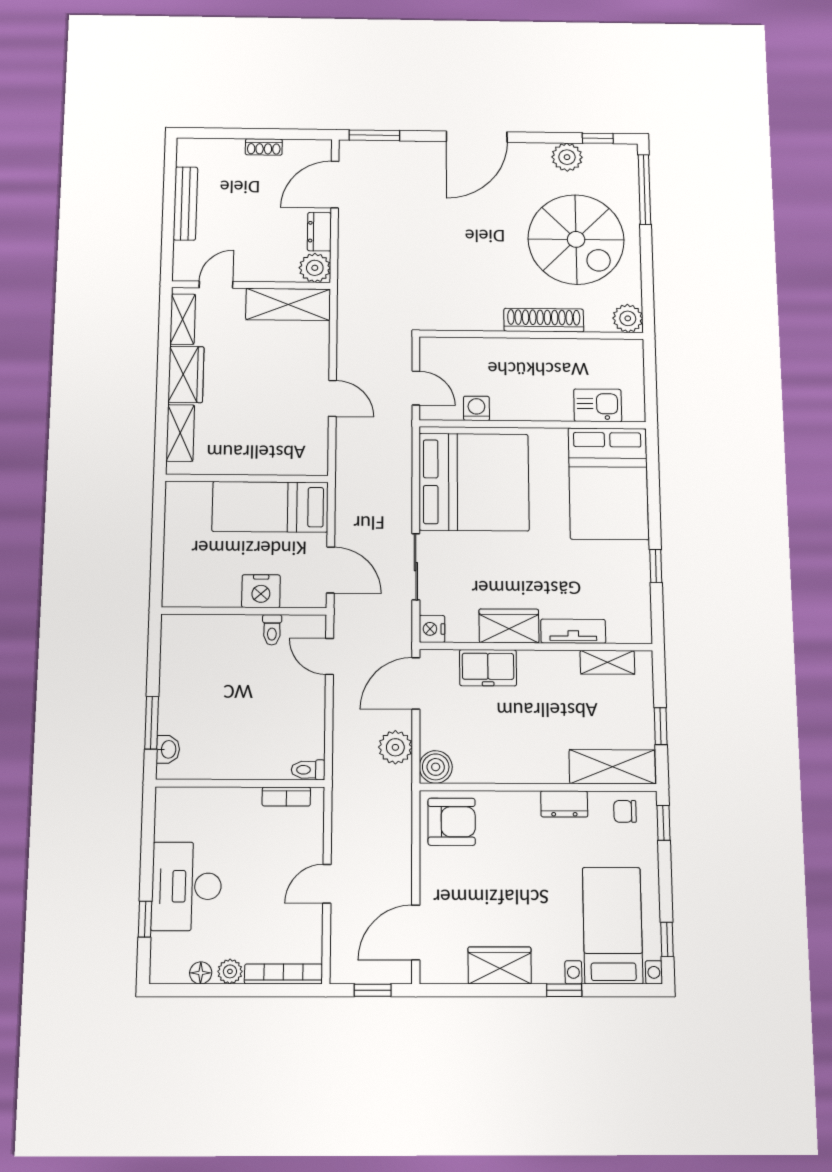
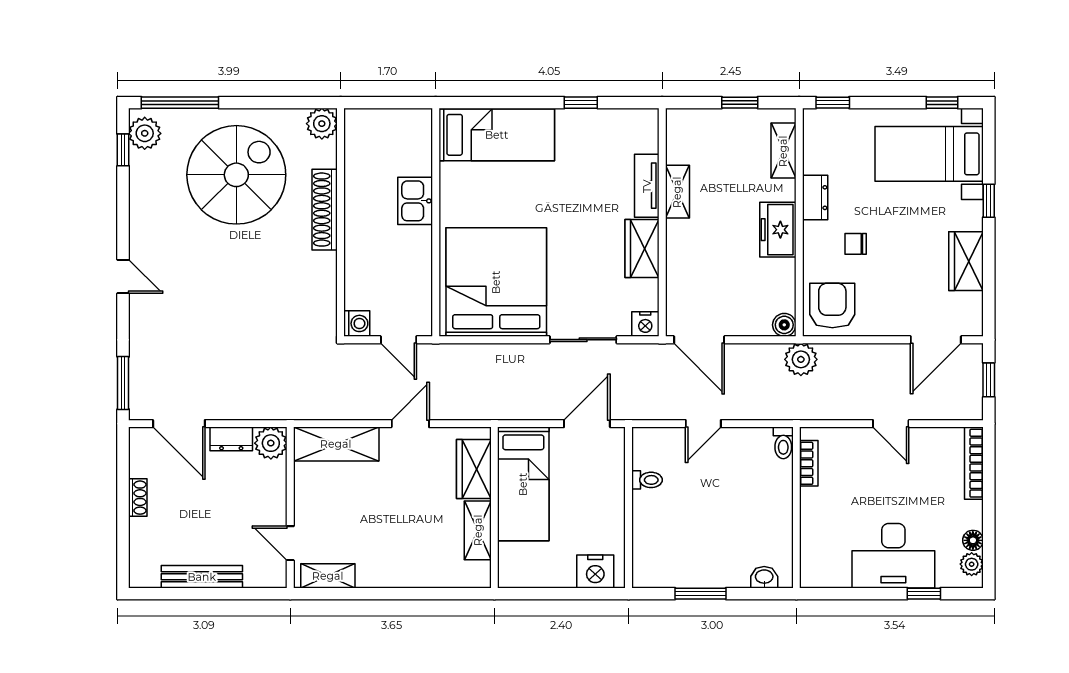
door: (477, 137) -> (123, 277), width x0.53
plant: (567, 157) -> (145, 133), moved
shelving: (288, 304) -> (336, 444), moved, turned 90
wardrobe: (186, 374) -> (474, 469), moved, turned -90
door: (416, 388) -> (399, 340), swing flipped
kitchen sink: (598, 405) -> (415, 201), moved
washing machine: (476, 408) -> (357, 323), moved, turned 180
shelving: (180, 433) -> (478, 530), moved, turned 90
bed: (608, 484) -> (497, 135), width x0.67
nightstand: (261, 591) -> (595, 571), moved, turned 90
door: (329, 656) -> (703, 424), moved
shelving: (607, 662) -> (677, 192), moved
freezer: (488, 668) -> (778, 230), moved, turned 180
window: (152, 723) -> (701, 594), moved
plant: (395, 747) -> (801, 359), moved
boiler: (436, 767) -> (784, 325), width x0.73, depth x0.73
shelving: (612, 767) -> (783, 151), width x0.67, depth x0.75
chair: (625, 811) -> (856, 244), moved, turned 90
door: (416, 932) -> (936, 340), hinge flipped
plant: (230, 971) -> (972, 564), moved

